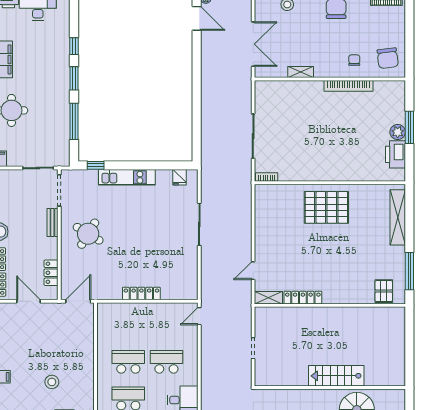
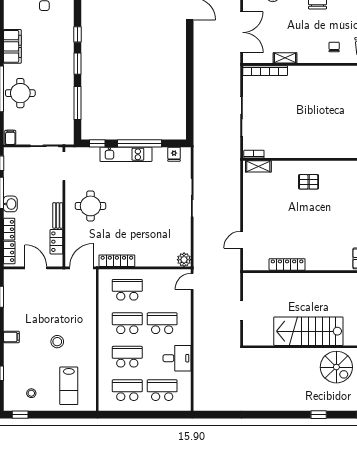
bookcase: (348, 86) -> (265, 71), moved
window: (142, 165) -> (139, 143), added
pallet: (326, 207) -> (309, 182), width x0.49, depth x0.50
bench: (52, 223) -> (58, 215), moved
round table: (88, 234) -> (90, 206), turned -31
plant: (190, 292) -> (184, 260), added
locker: (141, 294) -> (117, 261), moved
shelving: (268, 298) -> (258, 166), moved
school desk: (128, 325) -> (127, 290), added
stairs: (336, 376) -> (308, 331), width x1.36, depth x1.51

